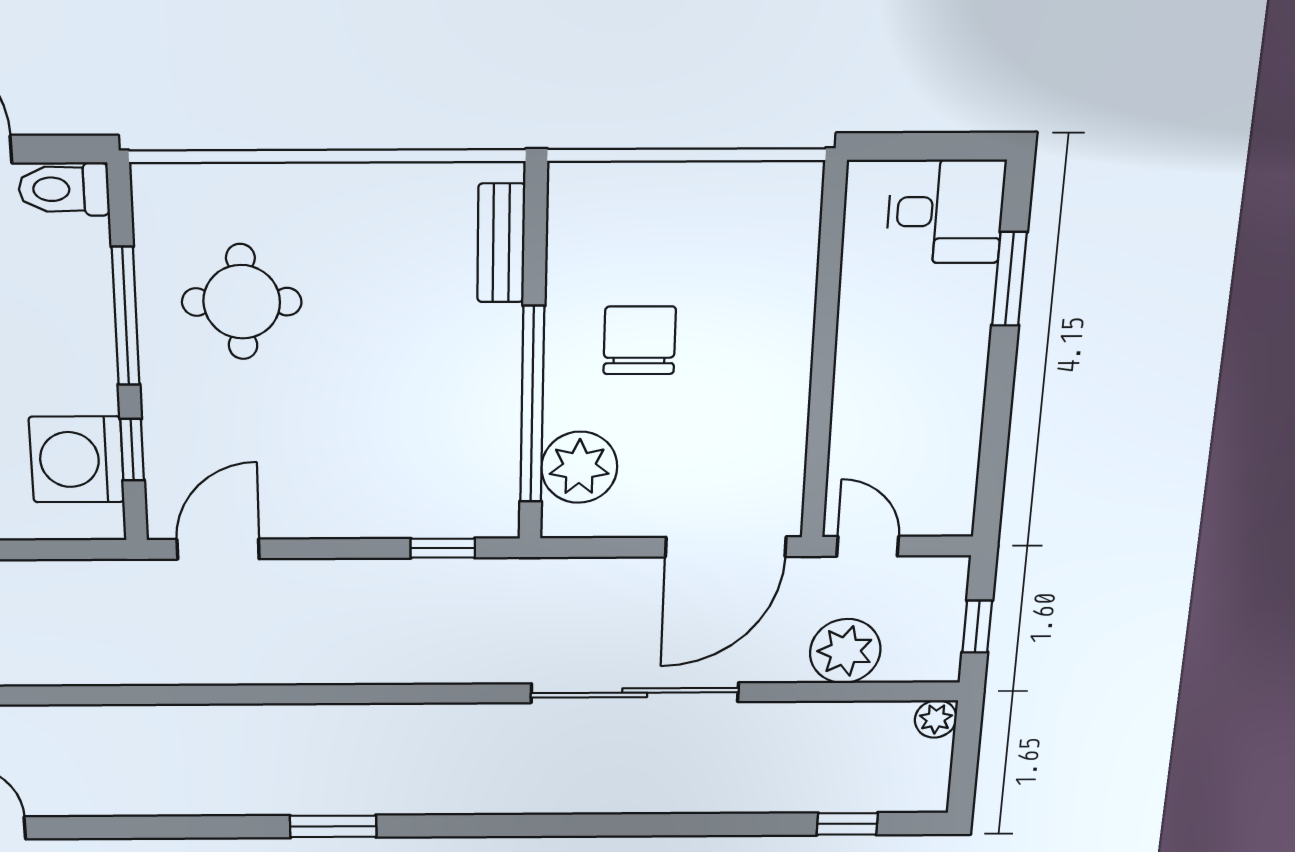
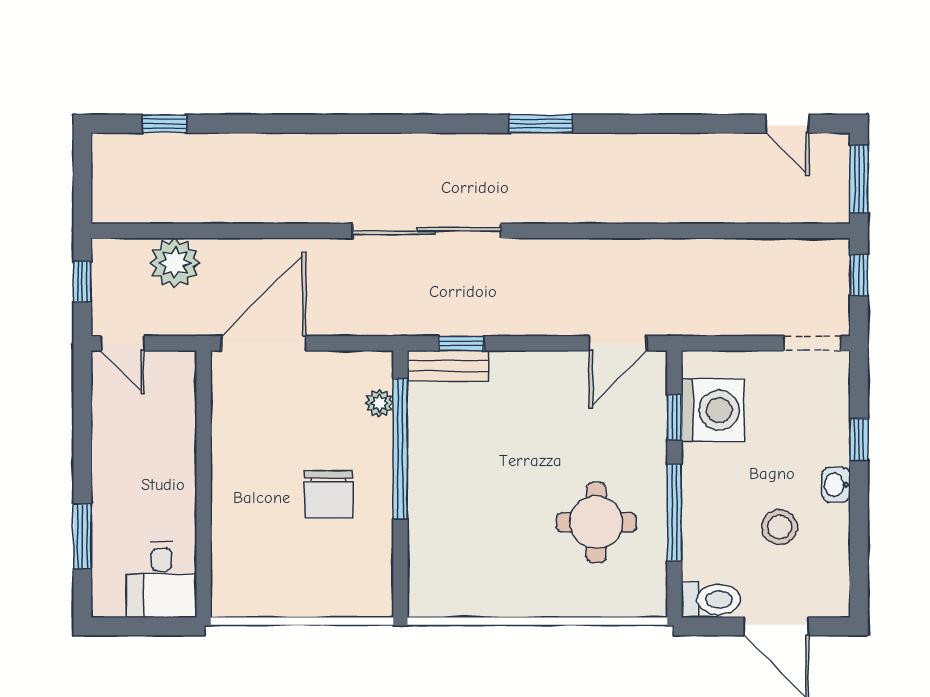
desk: (946, 212) -> (162, 580), moved, turned -90
bench: (501, 243) -> (448, 366), moved, turned 90
plant: (579, 467) -> (379, 403), width x0.53, depth x0.53
door: (868, 546) -> (122, 343), moved
sliding door: (635, 693) -> (427, 231), moved
plant: (936, 719) -> (106, 209), removed

